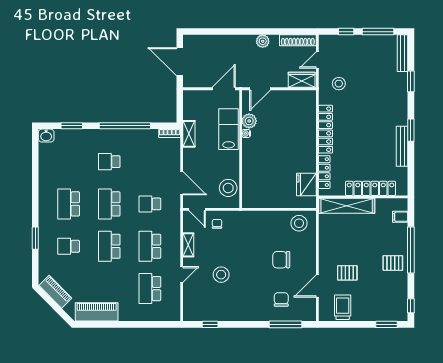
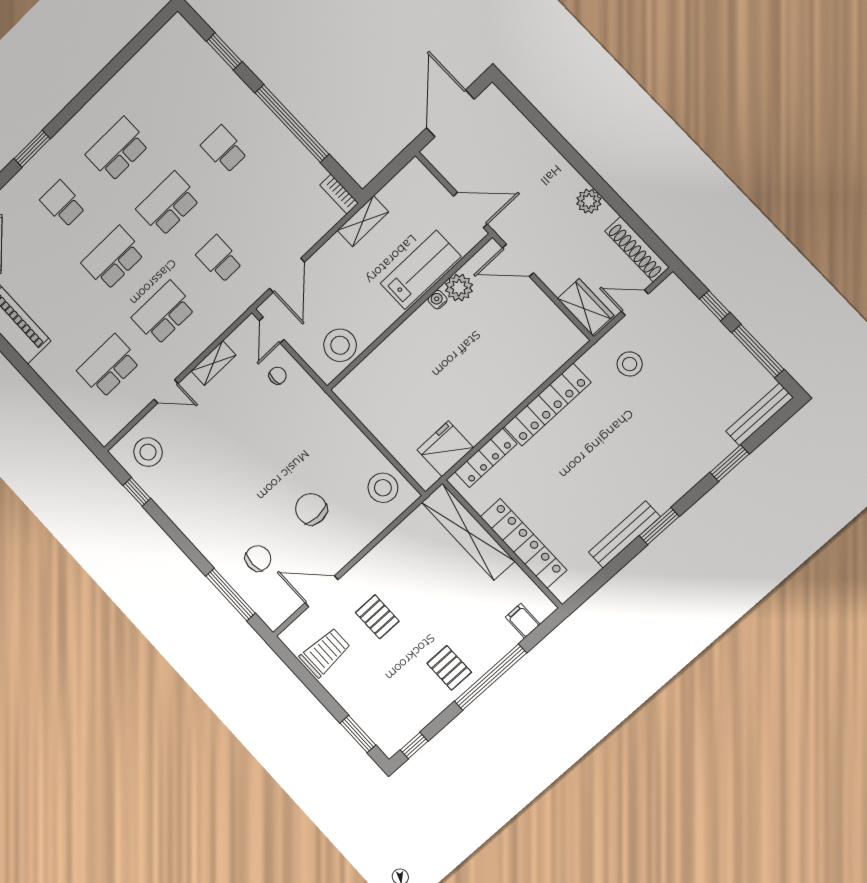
washbasin: (46, 136) -> (179, 30), removed
stool: (221, 275) -> (148, 452), moved

